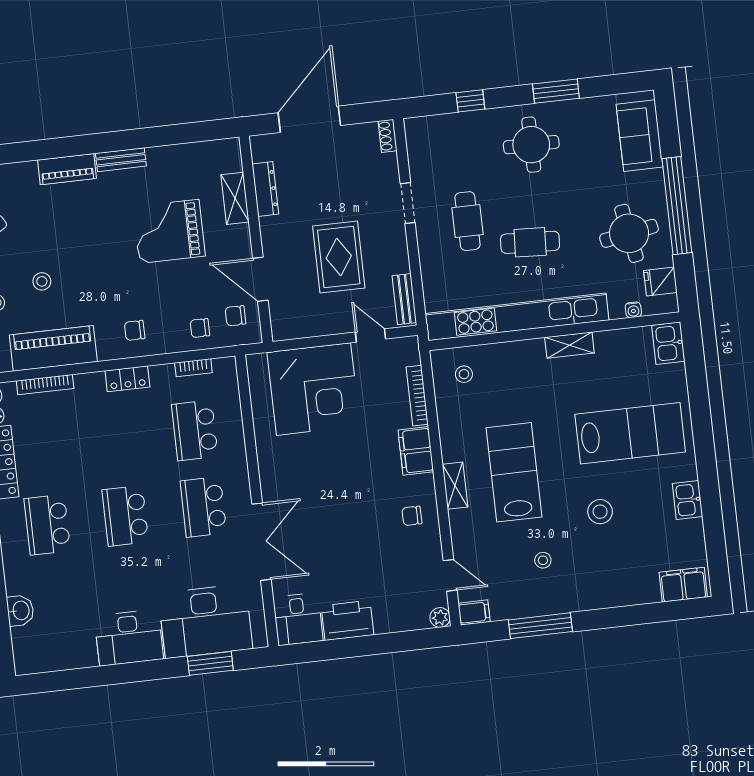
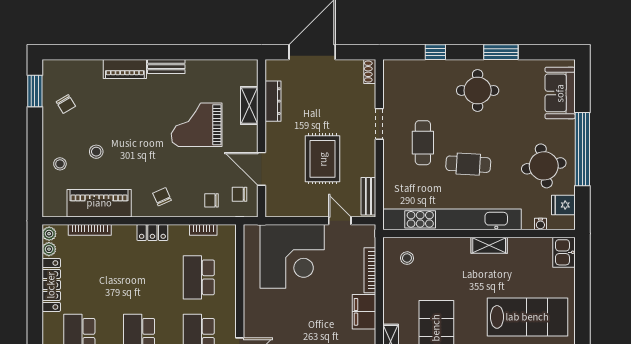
chair: (135, 330) -> (162, 197), turned 66

